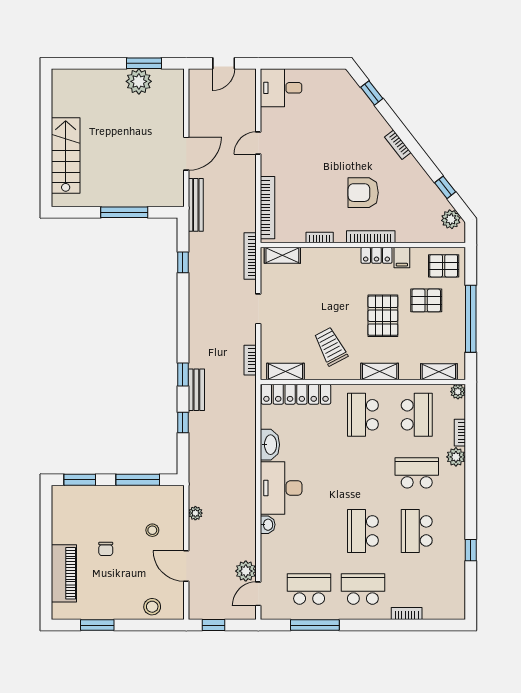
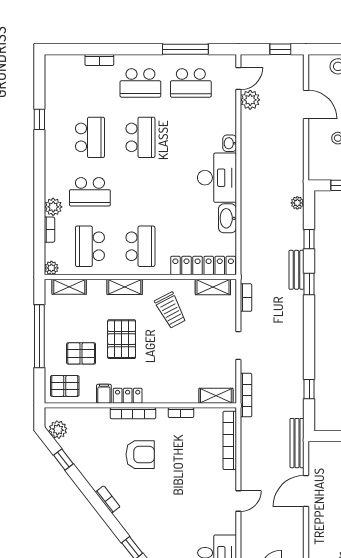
plant: (195, 513) -> (297, 203), moved

